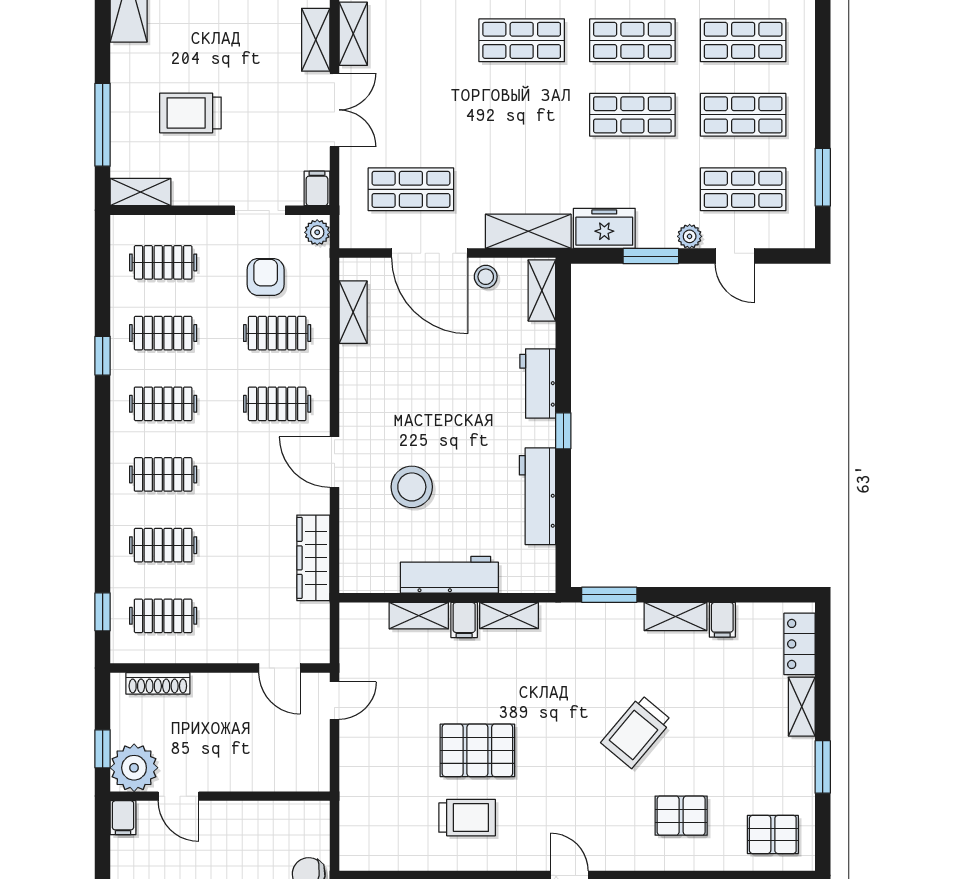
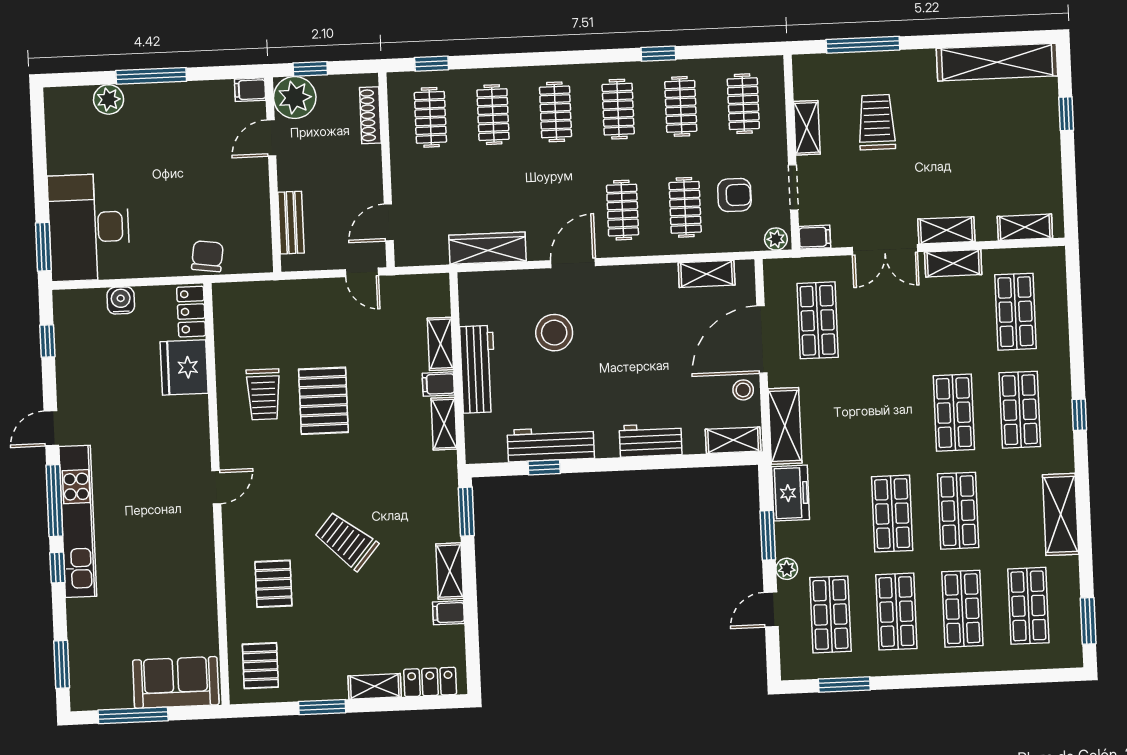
shelving: (141, 192) -> (807, 128), moved
window: (563, 431) -> (544, 467), moved
bench: (275, 778) -> (291, 223), added

